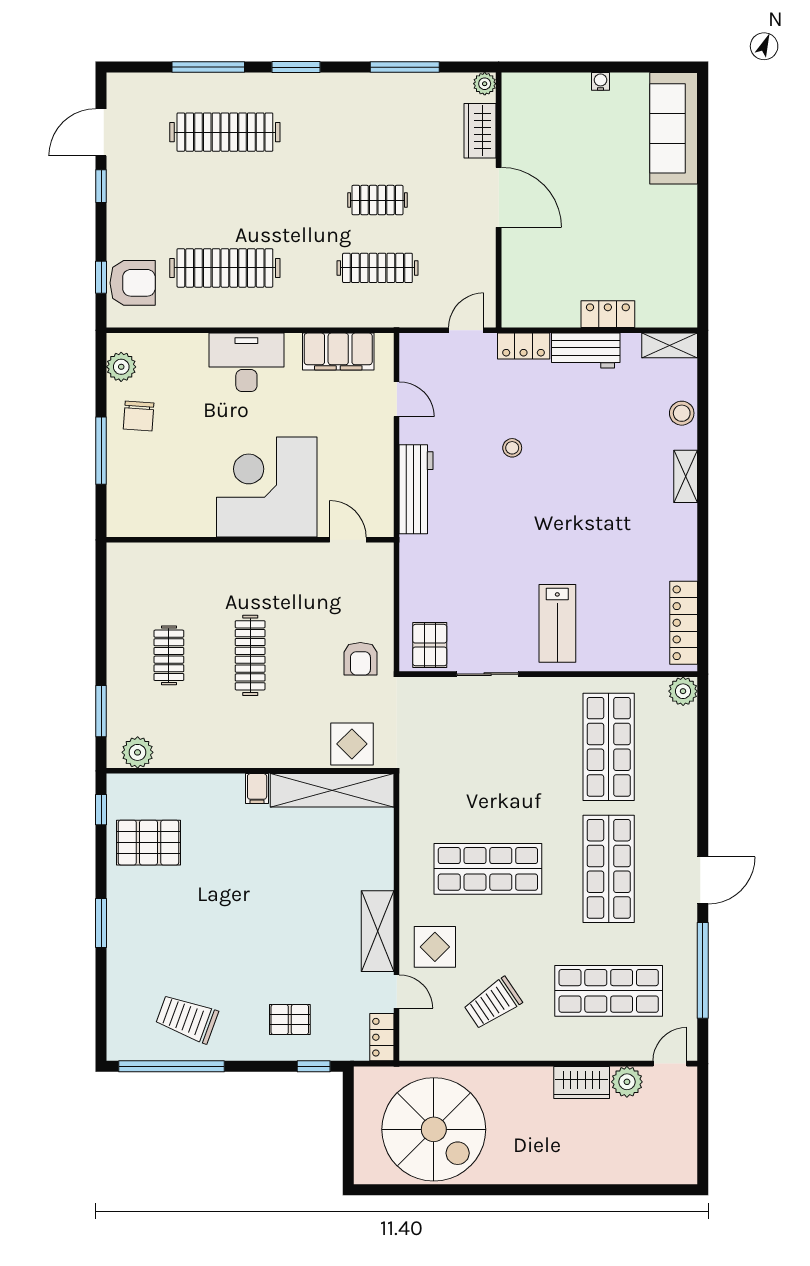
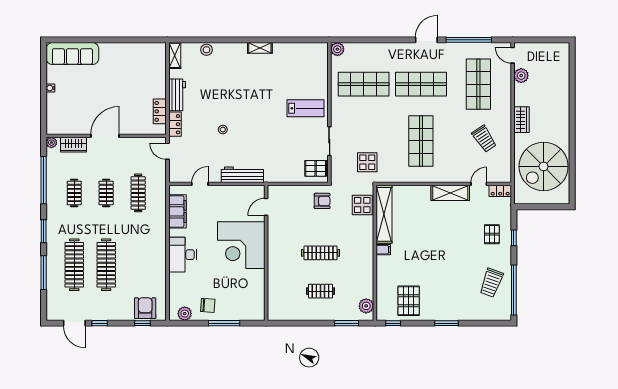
window: (405, 67) -> (44, 180), width x1.46
clothes rail: (377, 132) -> (74, 193), added
clothes rail: (225, 268) -> (106, 265), moved
locker: (608, 314) -> (160, 111), moved
shelving: (686, 476) -> (260, 48), moved
locker: (684, 623) -> (305, 49), removed
door: (703, 880) -> (426, 40), hinge flipped
display table: (435, 947) -> (367, 162), moved
window: (314, 1066) -> (514, 238), moved
wardrobe: (582, 1082) -> (521, 120), moved
spiral stairs: (434, 1129) -> (544, 166), turned 180

